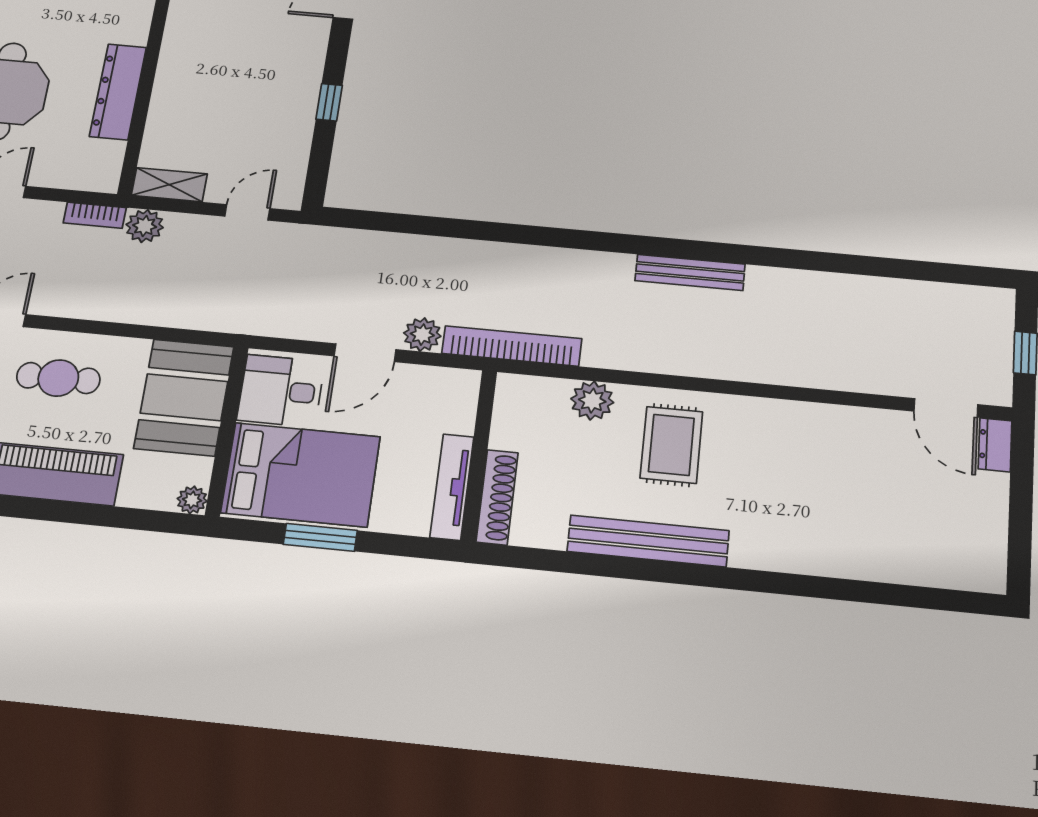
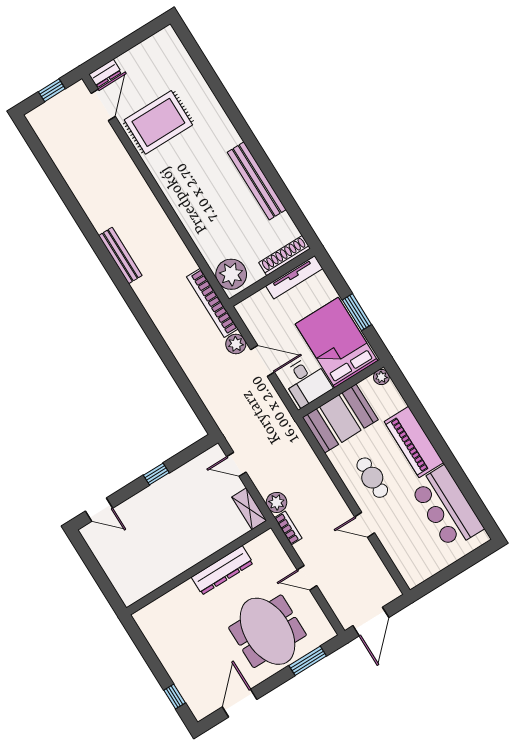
plant: (592, 401) -> (231, 274), moved, width x1.36, depth x1.36
rug: (671, 445) -> (158, 122), moved, width x1.36, depth x1.43

